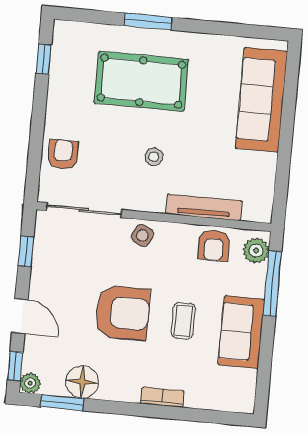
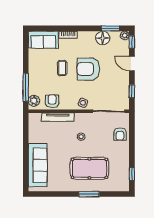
sofa: (241, 332) -> (43, 40), moved, turned 90

